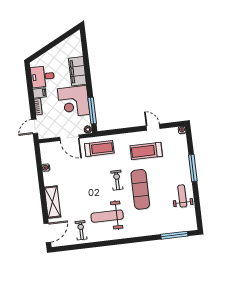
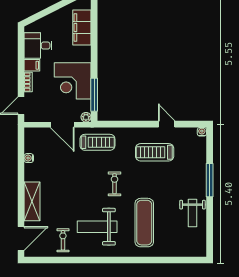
filing cabinet: (77, 71) -> (82, 28), moved
exercise mat: (140, 189) -> (144, 223), moved
weight bench: (182, 196) -> (193, 213), turned 180
window: (174, 235) -> (177, 260), removed

